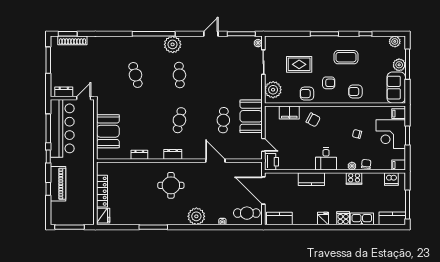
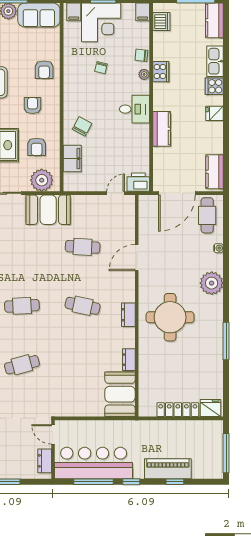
armchair: (307, 94) -> (37, 147), moved
booth: (251, 116) -> (48, 210), moved
booth: (108, 131) -> (120, 394), moved, turned 90
round table: (171, 185) -> (170, 317), width x1.36, depth x1.36

